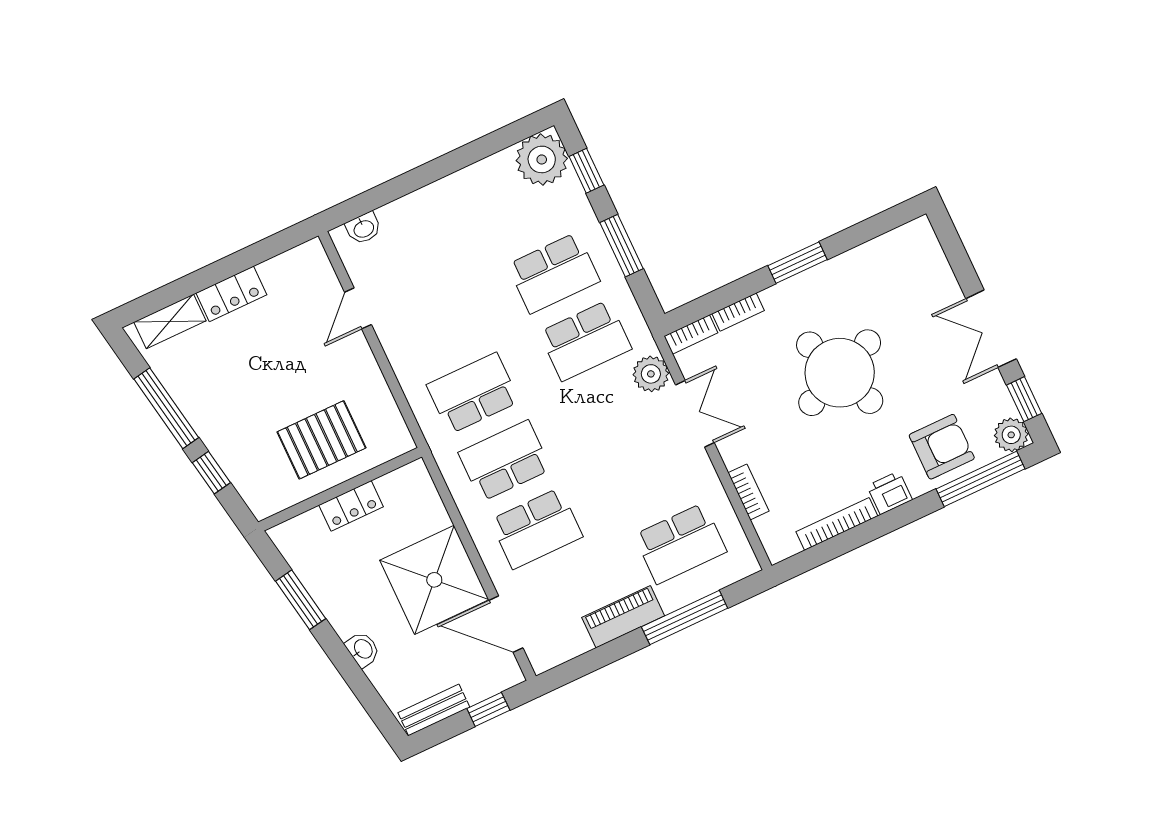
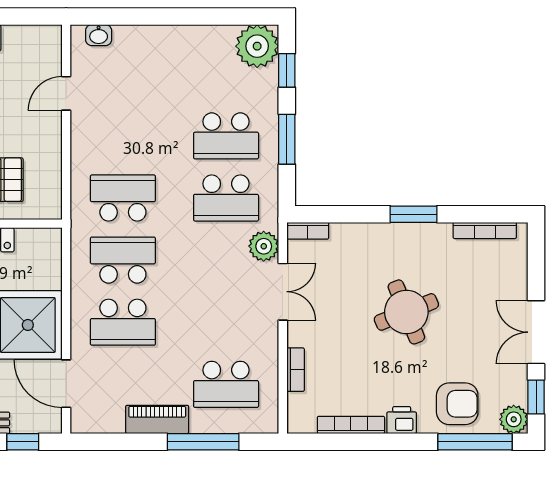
bookcase: (738, 312) -> (485, 230), moved, width x1.56
round table: (840, 373) -> (406, 312), width x0.73, depth x0.73

